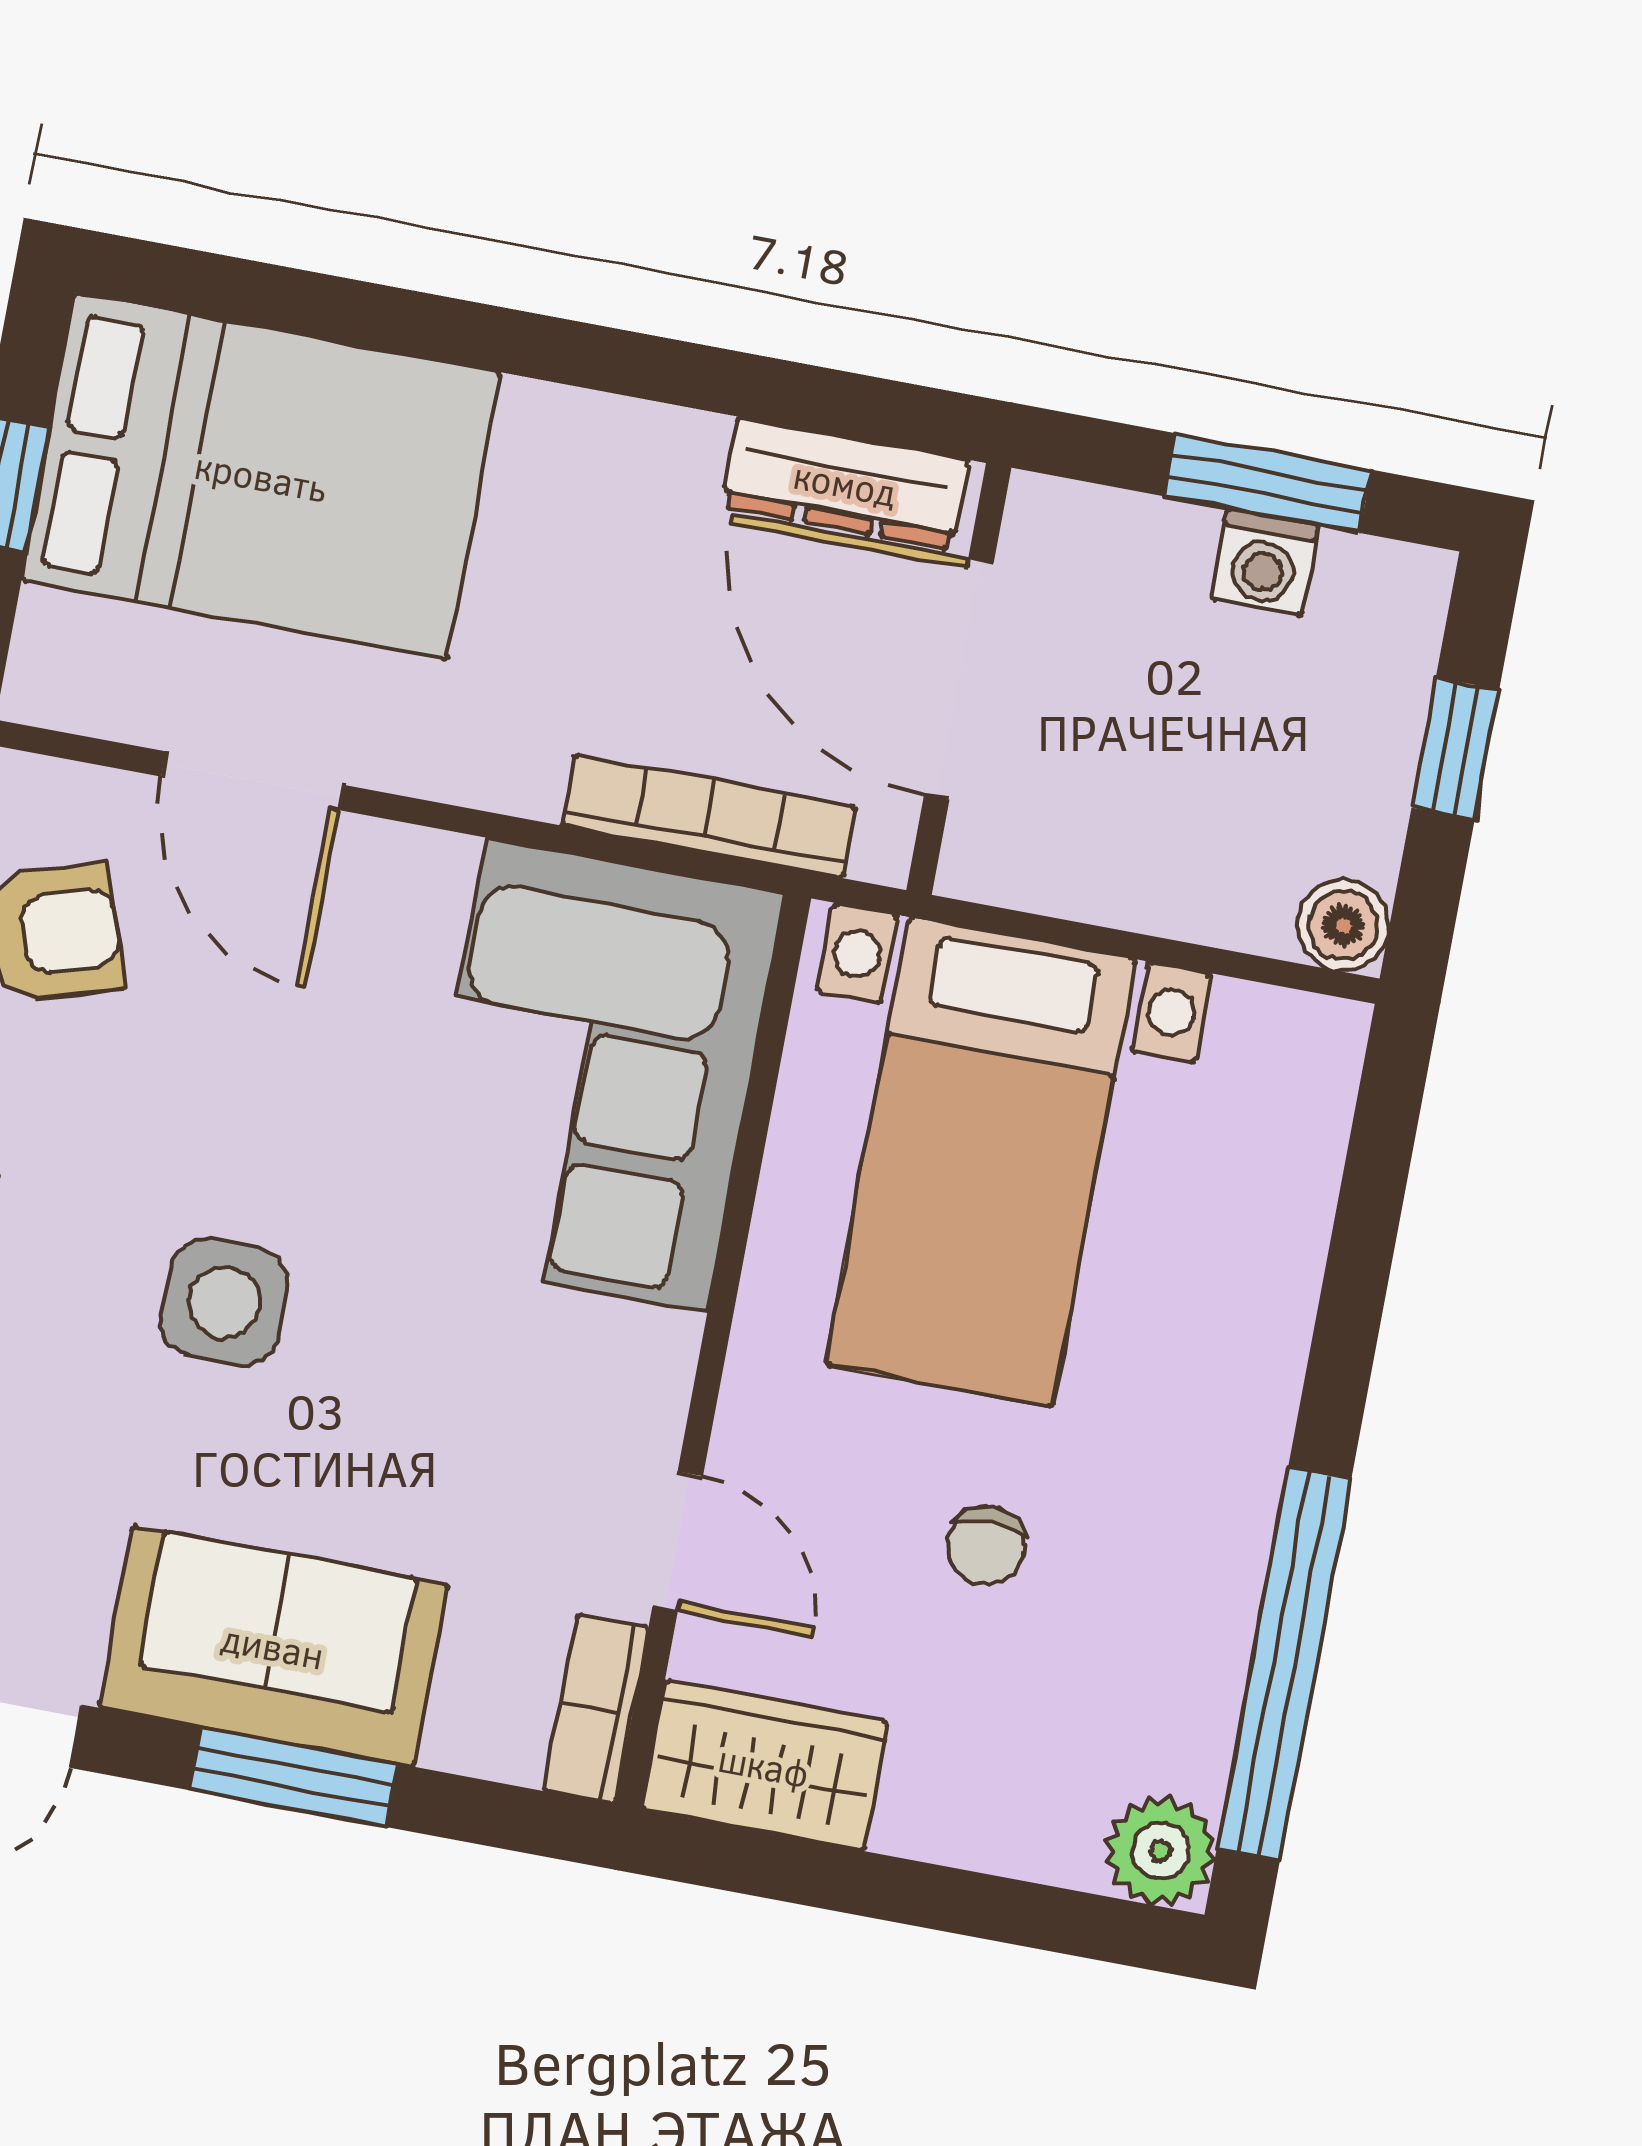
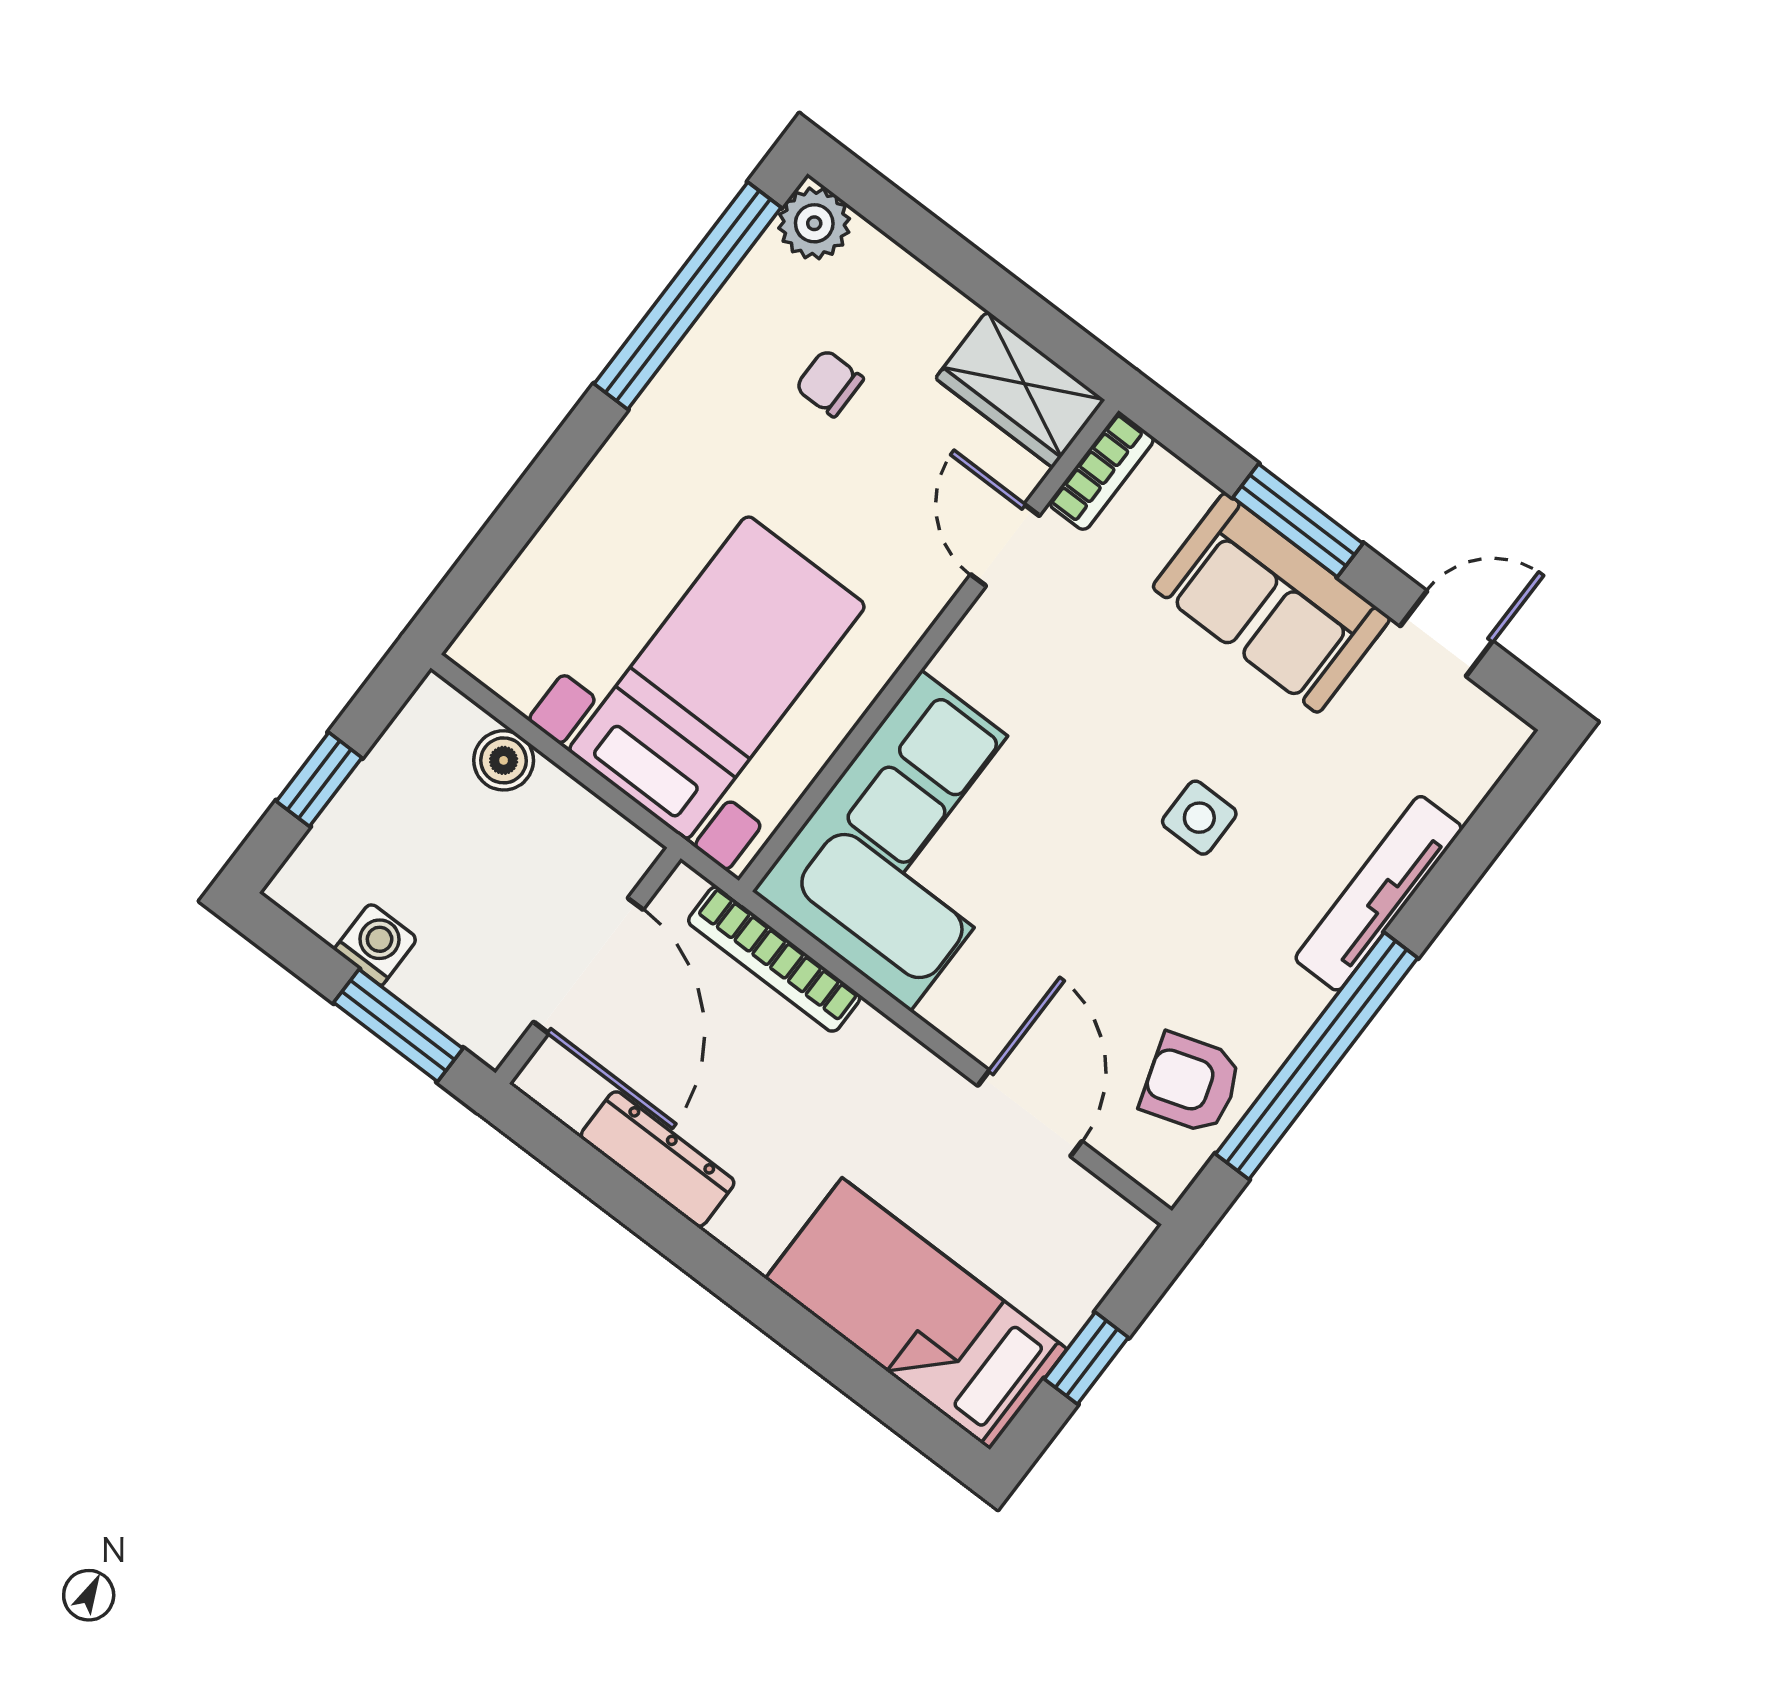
bed: (261, 476) -> (916, 1314), width x0.67
dresser: (845, 483) -> (658, 1159), moved
window: (1267, 483) -> (398, 1025), moved
boiler: (1343, 925) -> (504, 760), moved
side table: (224, 1302) -> (1199, 818), width x0.73, depth x0.73
chair: (986, 1546) -> (829, 383), moved, turned -90

